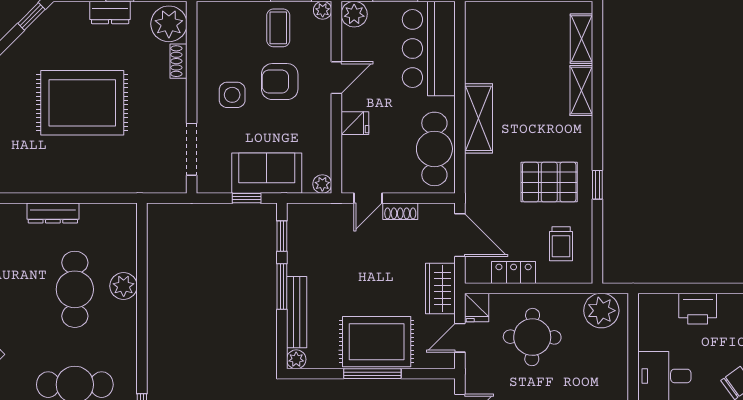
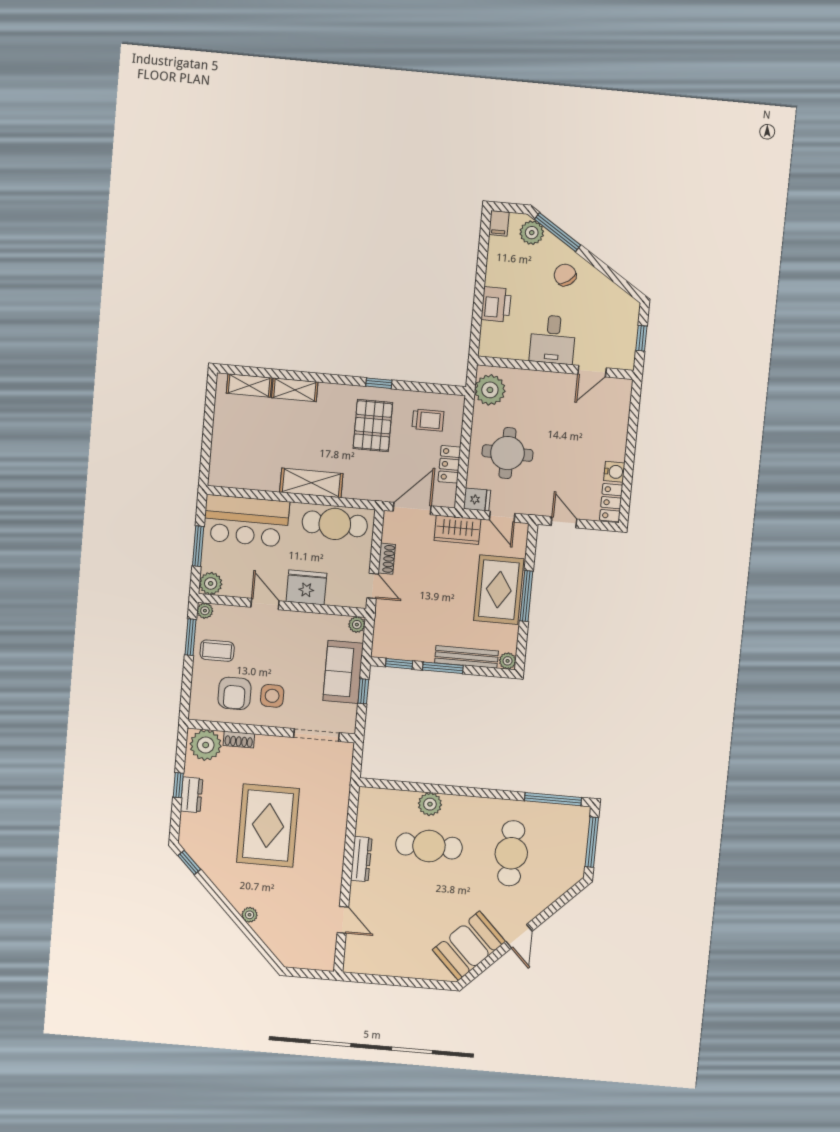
armchair: (280, 82) -> (234, 693), moved
fridge: (355, 123) -> (306, 587), width x1.88, depth x1.34

